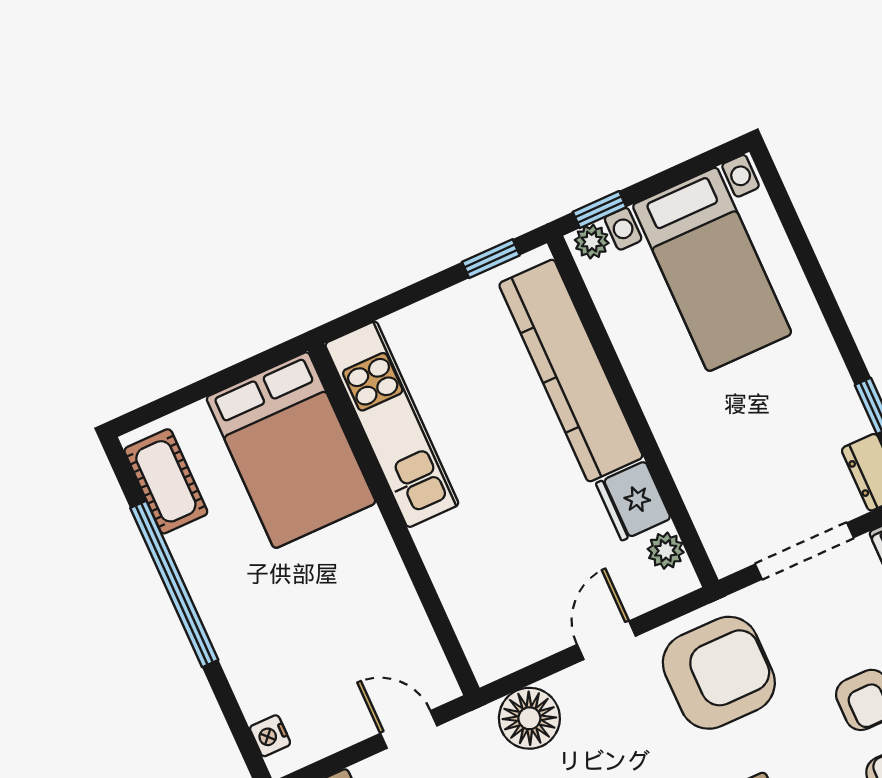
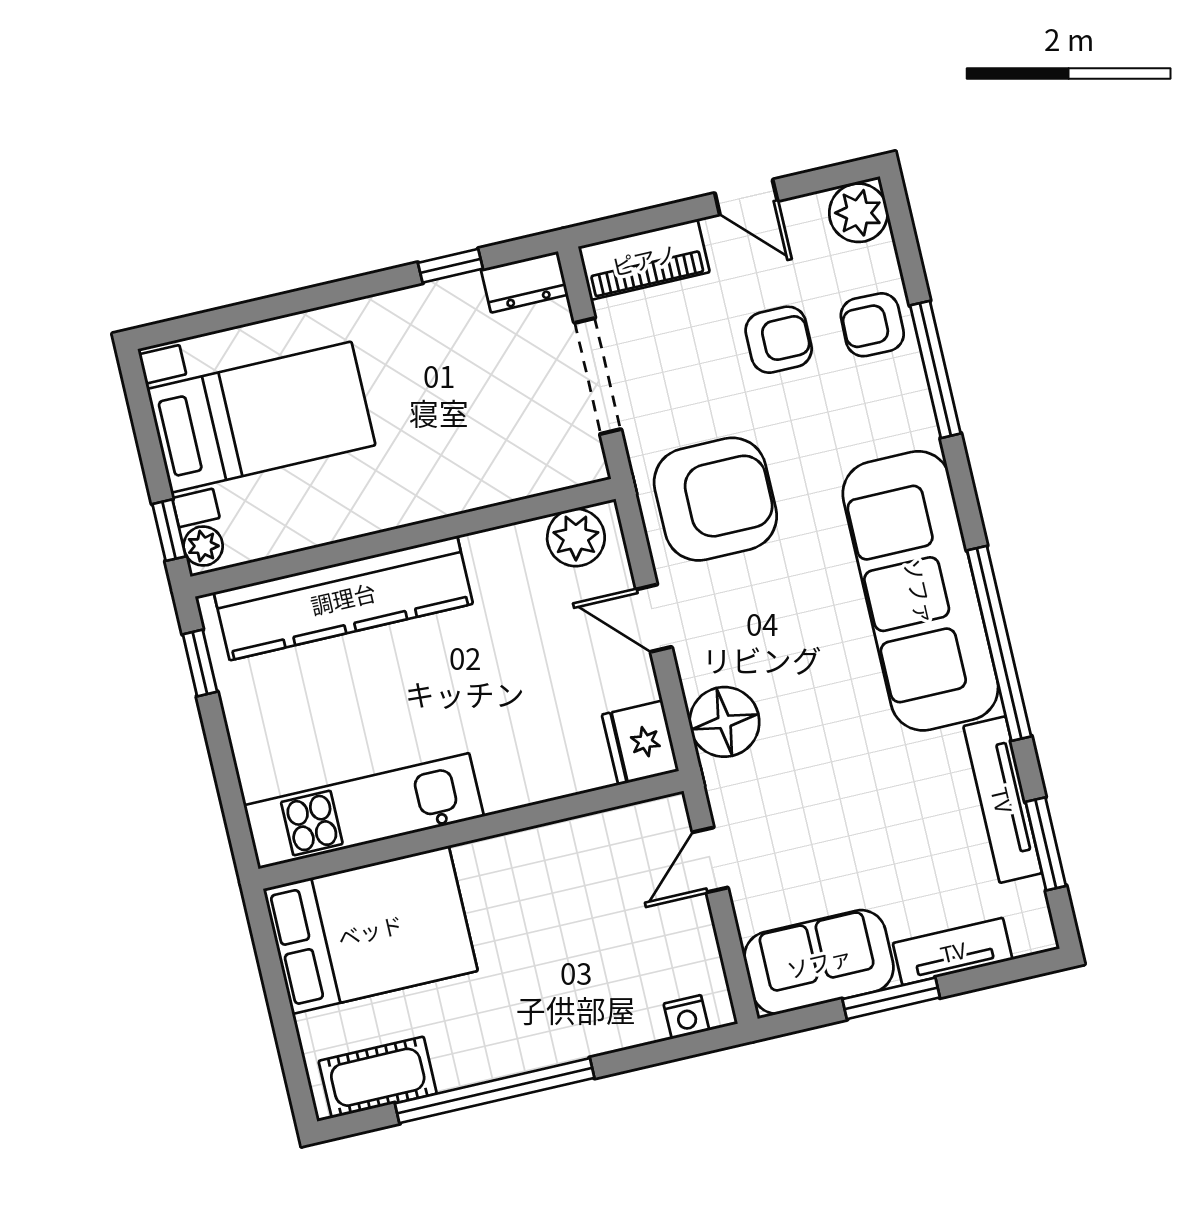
fridge: (633, 501) -> (640, 743), moved, turned 90
plant: (666, 551) -> (576, 537), width x1.38, depth x1.38
armchair: (719, 673) -> (715, 499), turned 90

